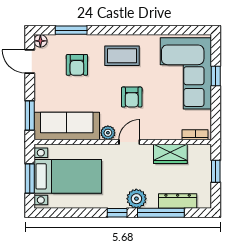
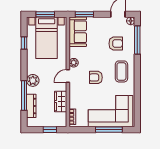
window: (71, 30) -> (137, 40), width x1.44
armchair: (77, 65) -> (116, 44), turned 180
window: (216, 76) -> (109, 130), width x2.17
sofa: (67, 126) -> (78, 32), width x0.73
door: (129, 142) -> (68, 76), swing flipped
window: (117, 213) -> (24, 43), moved

